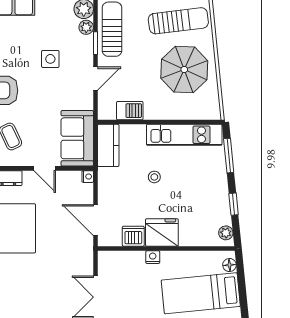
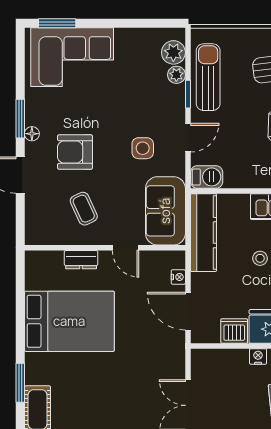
side table: (50, 59) -> (143, 148), moved
barbecue: (130, 111) -> (207, 177), moved
kitchen counter: (108, 145) -> (203, 233), width x1.50
nightstand: (88, 177) -> (178, 277), moved

